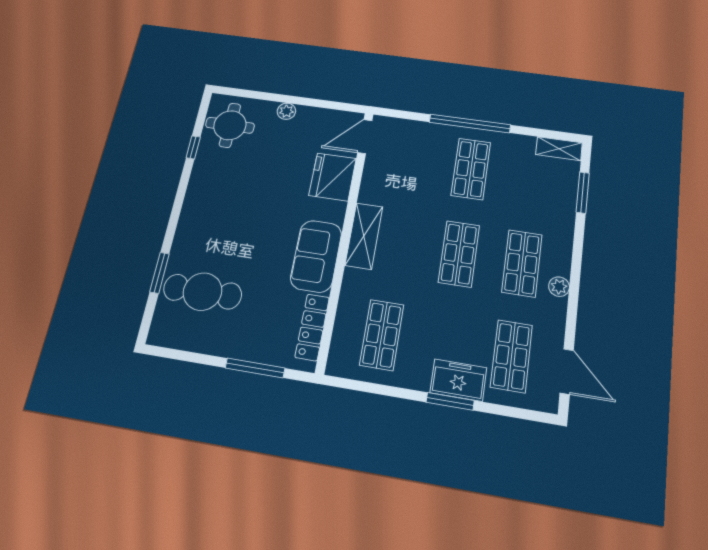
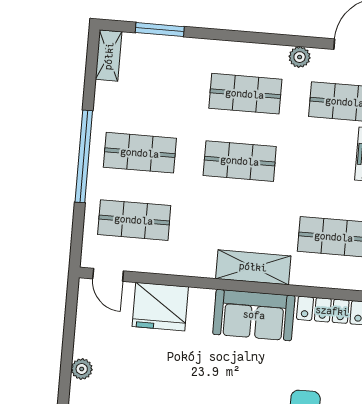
door: (365, 137) -> (108, 275), width x0.73
shop shelf: (411, 161) -> (134, 220), added
shelving: (364, 236) -> (253, 267), moved
plant: (559, 287) -> (300, 57), moved

